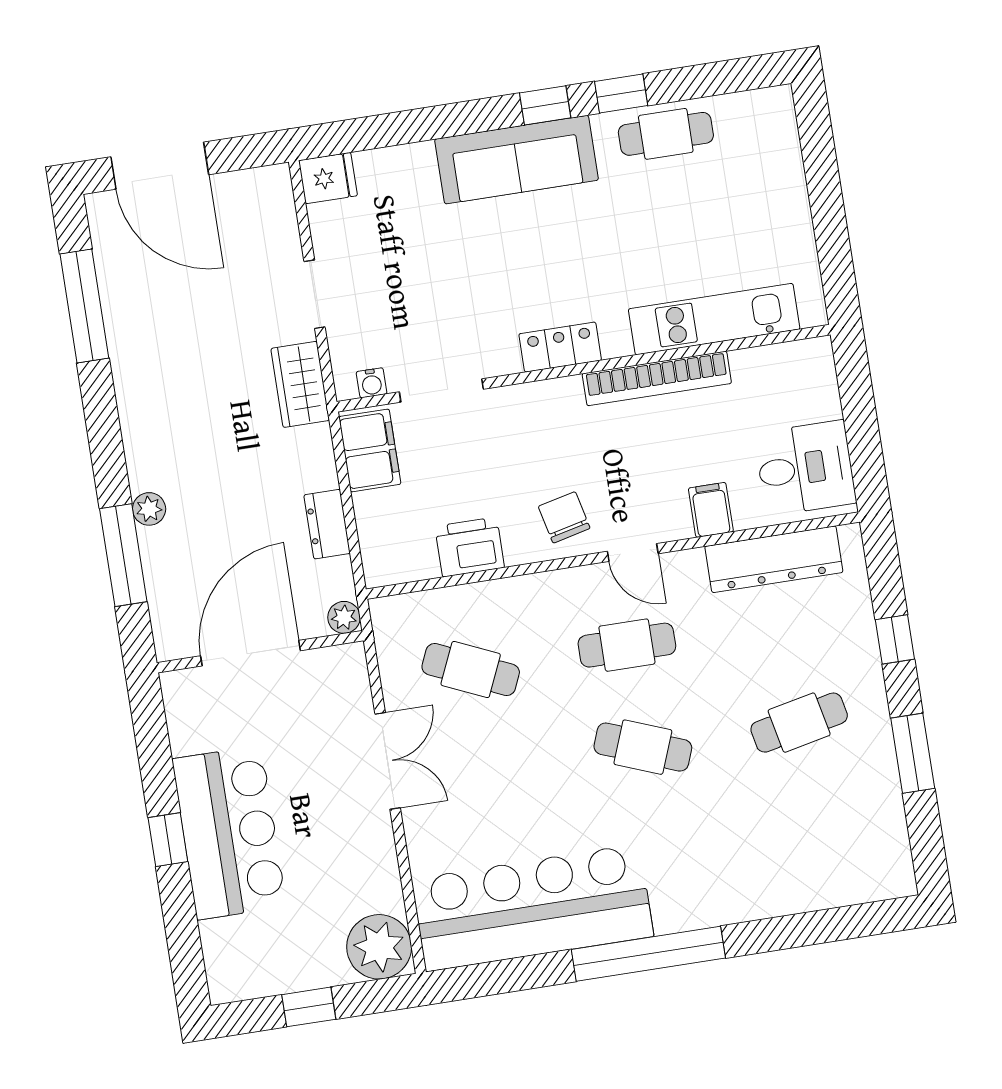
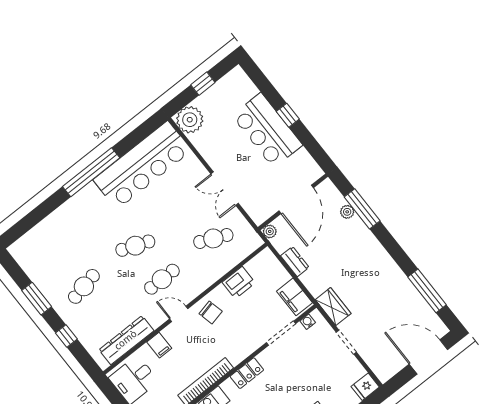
plant: (149, 509) -> (347, 212), moved

